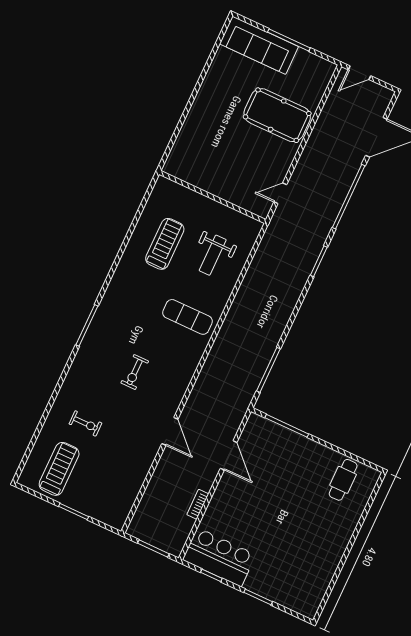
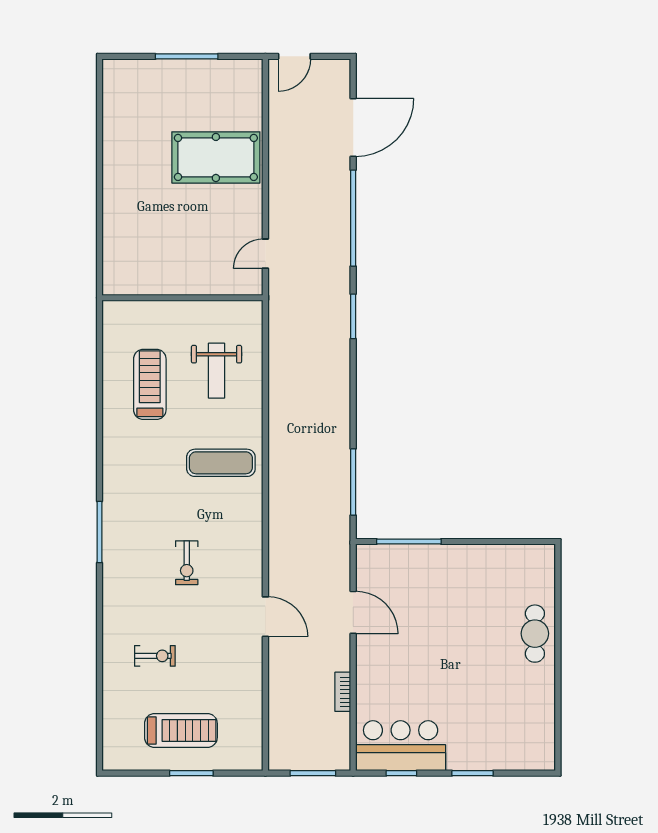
sofa: (259, 45) -> (152, 80), removed
treadmill: (59, 469) -> (181, 730), moved, turned 90
cafe table: (343, 480) -> (535, 634), moved

